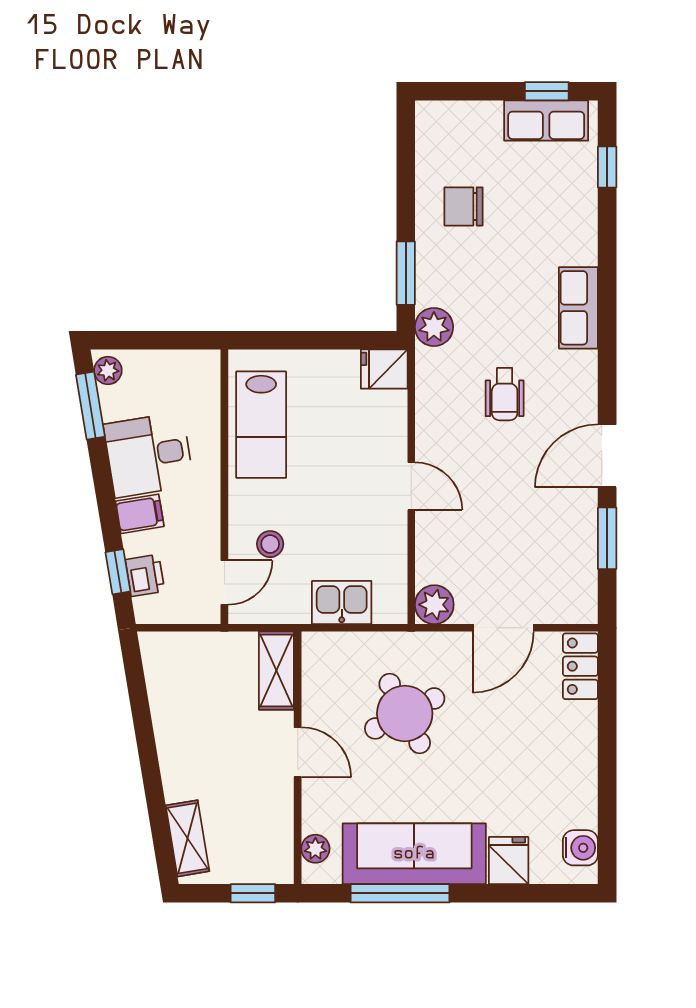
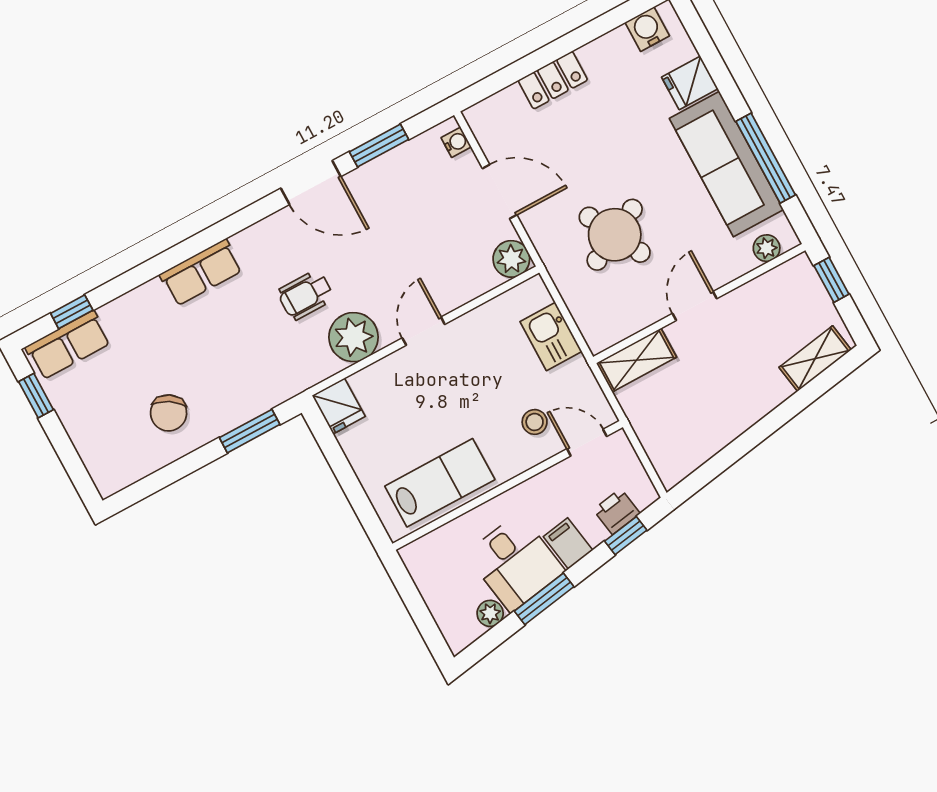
row of seats: (546, 121) -> (68, 345), moved, turned 90
chair: (464, 206) -> (169, 413), turned 32
plant: (434, 327) -> (354, 337), moved, width x1.36, depth x1.36
plant: (108, 370) -> (490, 613), moved
wheelchair: (505, 394) -> (306, 295), turned 180
window: (90, 406) -> (544, 599), moved
water cooler: (571, 612) -> (456, 142), added
locker: (580, 666) -> (553, 80), moved

